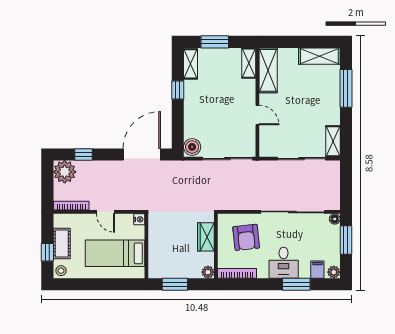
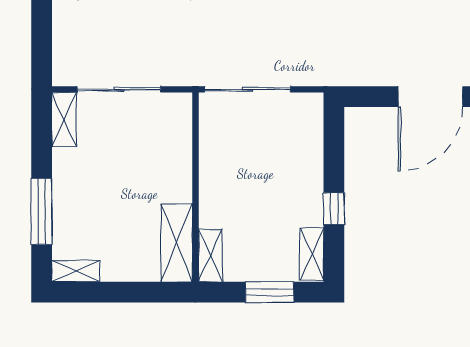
shelving: (319, 56) -> (76, 271), width x0.67, depth x0.75
door: (257, 115) -> (195, 165), removed
boiler: (192, 147) -> (309, 110), removed
door: (142, 154) -> (430, 97), moved

